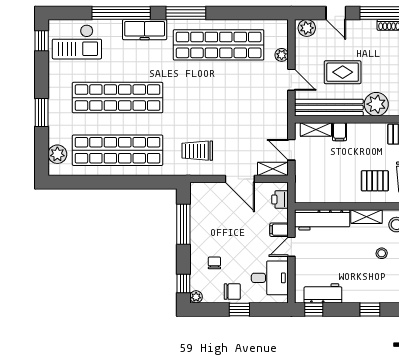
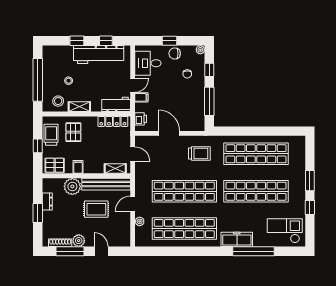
window: (186, 13) -> (207, 251), removed
plant: (307, 28) -> (79, 241), moved
window: (42, 41) -> (310, 208), moved
door: (291, 80) -> (133, 204), hinge flipped
shop shelf: (219, 98) -> (184, 191), added
filing cabinet: (340, 132) -> (78, 167), moved
plant: (57, 154) -> (299, 151), removed
shelving: (273, 169) -> (146, 141), removed
pallet: (375, 181) -> (73, 132), turned 90
locker: (319, 196) -> (113, 121), added
workbench: (322, 220) -> (116, 104), width x0.73
window: (183, 283) -> (209, 70), moved
workbench: (323, 293) -> (99, 54), width x1.88, depth x1.32
window: (314, 309) -> (106, 41), moved

